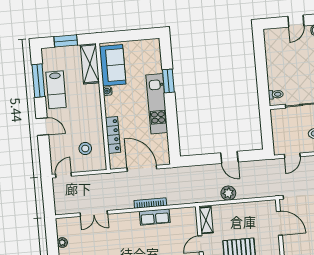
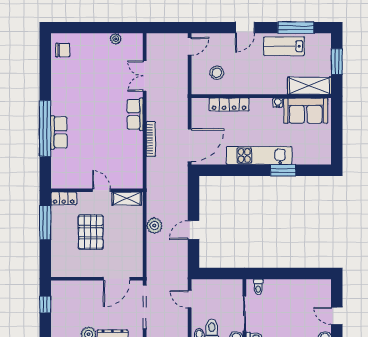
door: (142, 168) -> (190, 145), moved
door: (63, 175) -> (190, 46), hinge flipped
row of seats: (155, 217) -> (135, 114), moved

